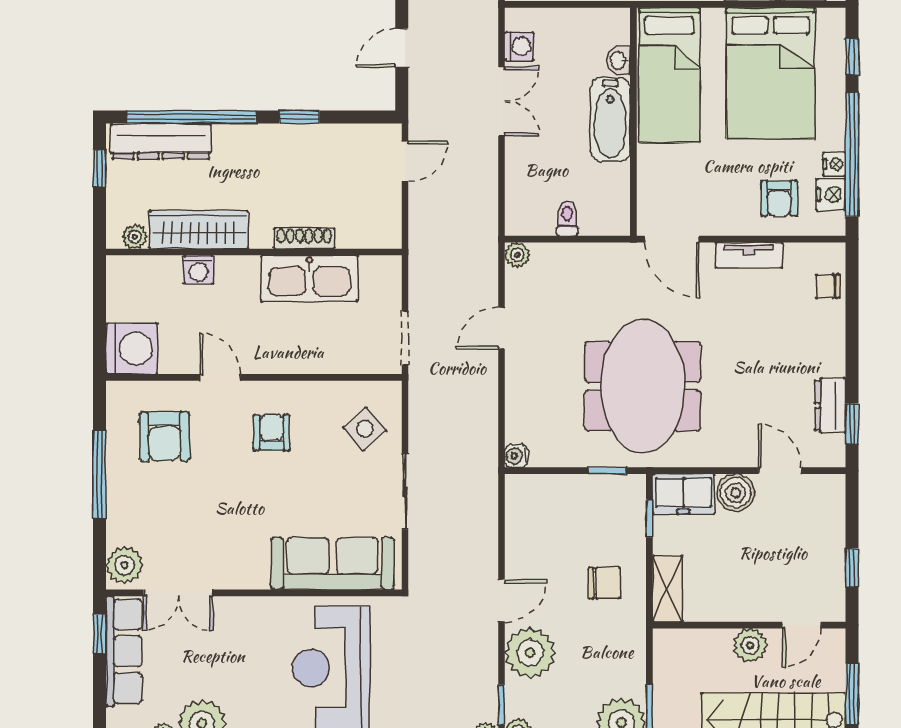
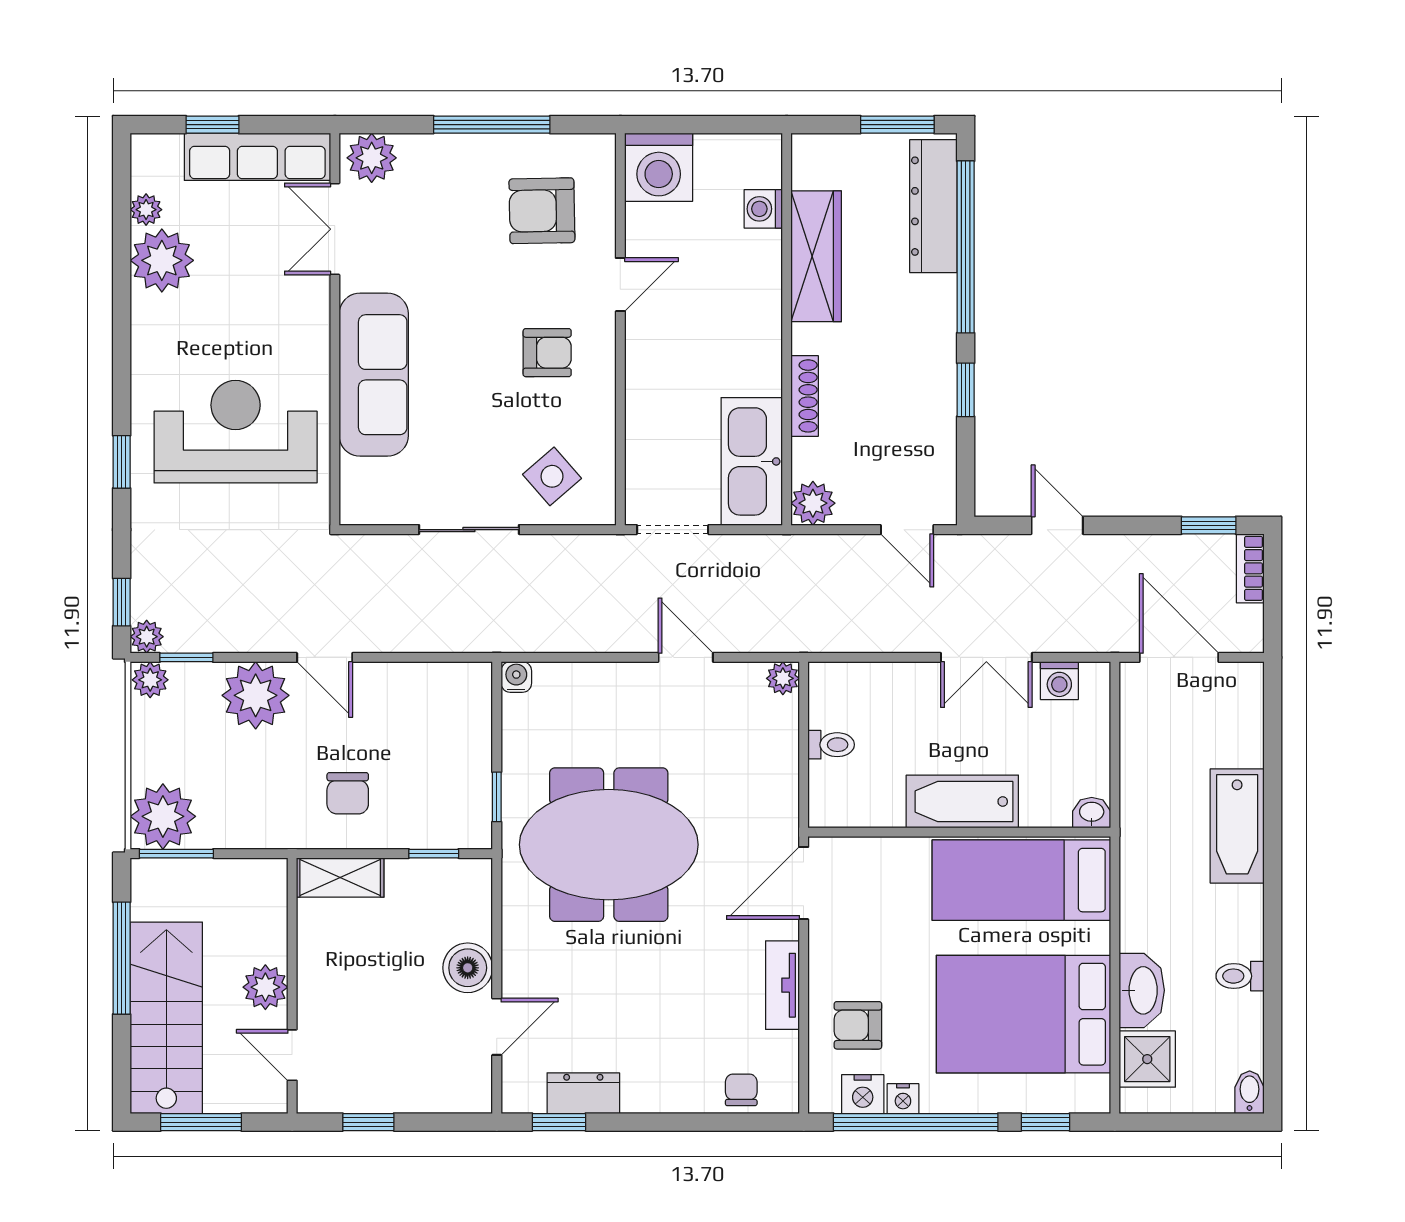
washbasin: (619, 60) -> (1092, 813), moved
window: (99, 168) -> (897, 125), width x1.50
plant: (135, 237) -> (813, 503), moved, width x1.38, depth x1.38
washing machine: (199, 270) -> (763, 209), moved
kitchen sink: (309, 278) -> (752, 461), moved
freezer: (683, 494) -> (466, 899), removed
sofa: (333, 564) -> (374, 375), moved
window: (99, 634) -> (212, 125), moved

